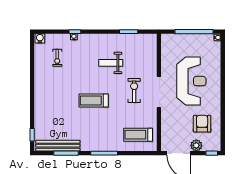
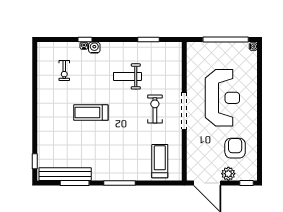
water cooler: (40, 38) -> (94, 48), moved
treadmill: (94, 100) -> (91, 113), moved
treadmill: (138, 135) -> (160, 161), turned 90

